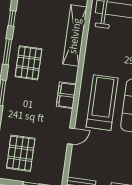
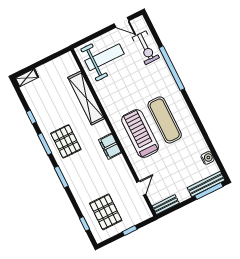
door: (71, 136) -> (141, 188), moved

